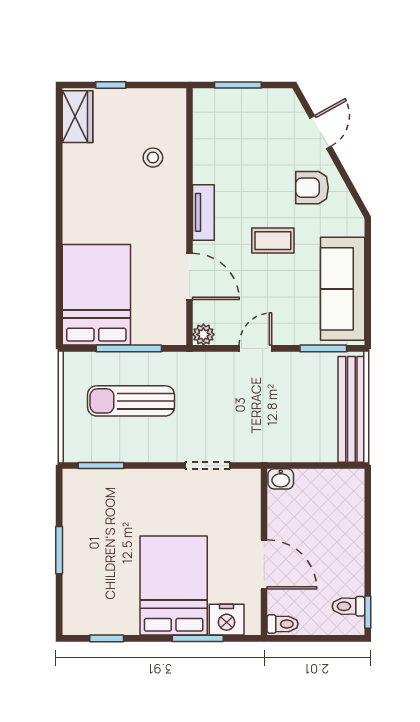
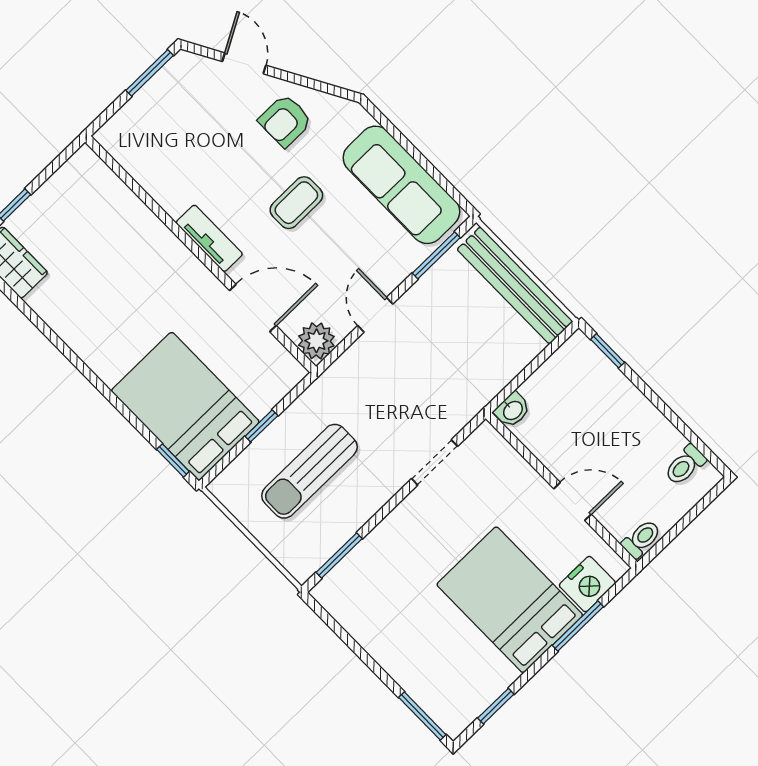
window: (238, 85) -> (150, 73), moved
stool: (153, 158) -> (116, 233), removed
window: (59, 319) -> (173, 460), added
plant: (203, 334) -> (316, 341), width x1.38, depth x1.38
window: (129, 348) -> (261, 426), width x0.46
window: (59, 550) -> (422, 716), moved
door: (264, 564) -> (572, 501), width x0.73
window: (368, 612) -> (608, 351), moved

